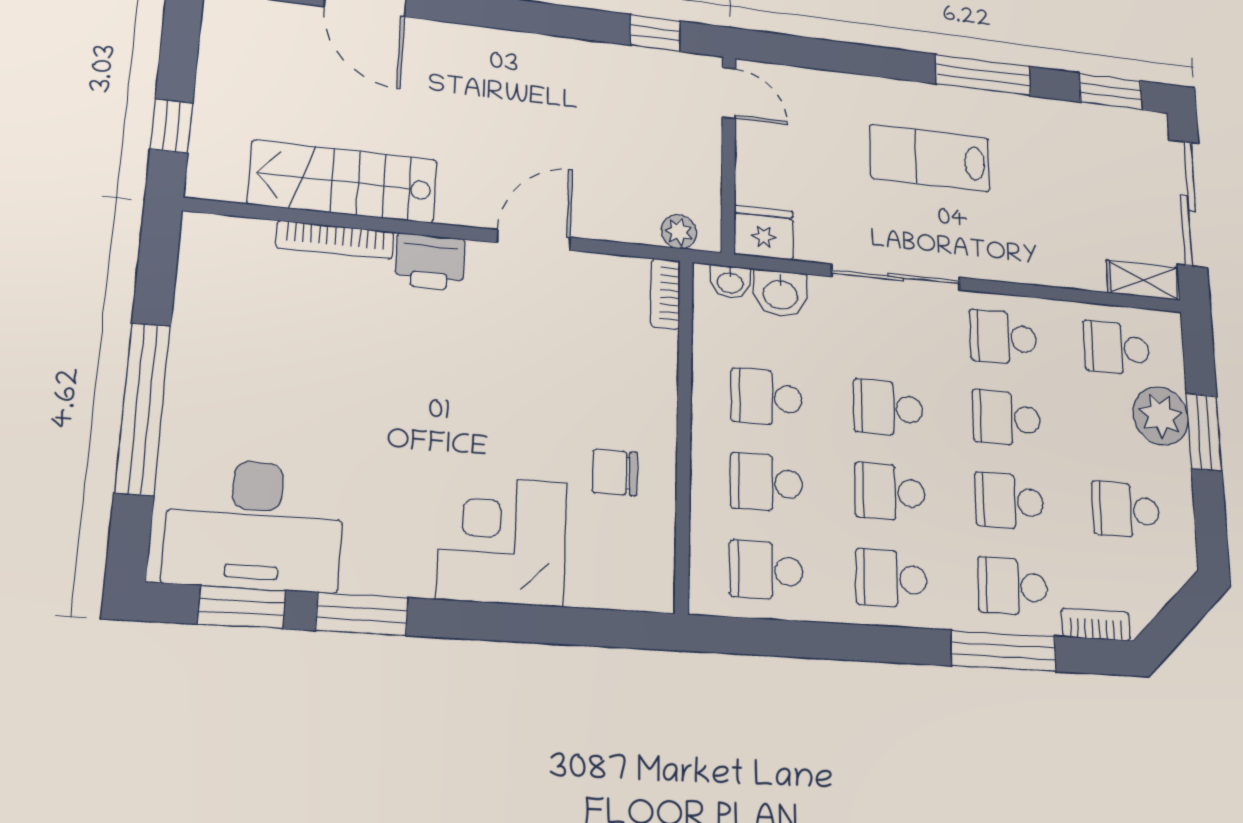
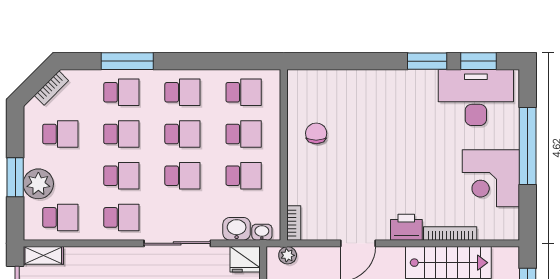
chair: (615, 472) -> (316, 133), turned -90
corner desk: (502, 540) -> (491, 178), moved, turned 90
bookcase: (1096, 625) -> (51, 88), moved, turned -45

